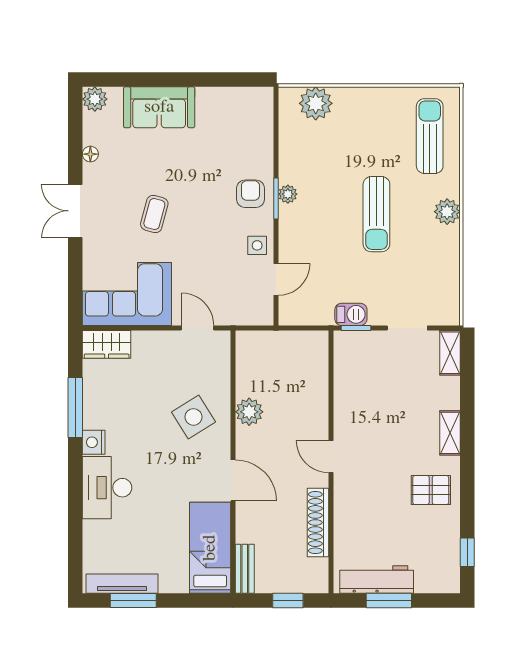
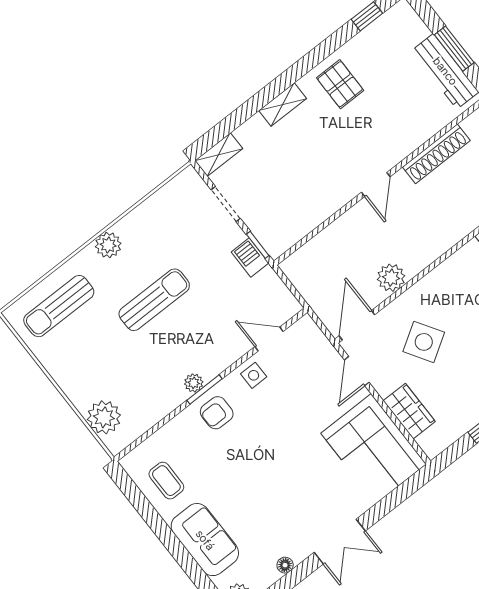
coffee table: (154, 214) -> (166, 481), moved, turned 75
wardrobe: (107, 344) -> (409, 411), moved
side table: (193, 417) -> (424, 342), moved
door: (233, 480) -> (357, 325), moved

